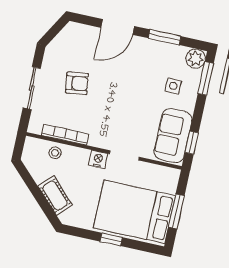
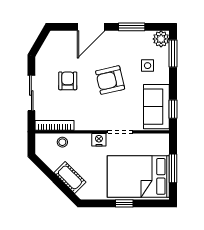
armchair: (77, 83) -> (68, 81), turned -82
armchair: (126, 93) -> (110, 80), added
bookcase: (65, 135) -> (54, 125), moved

